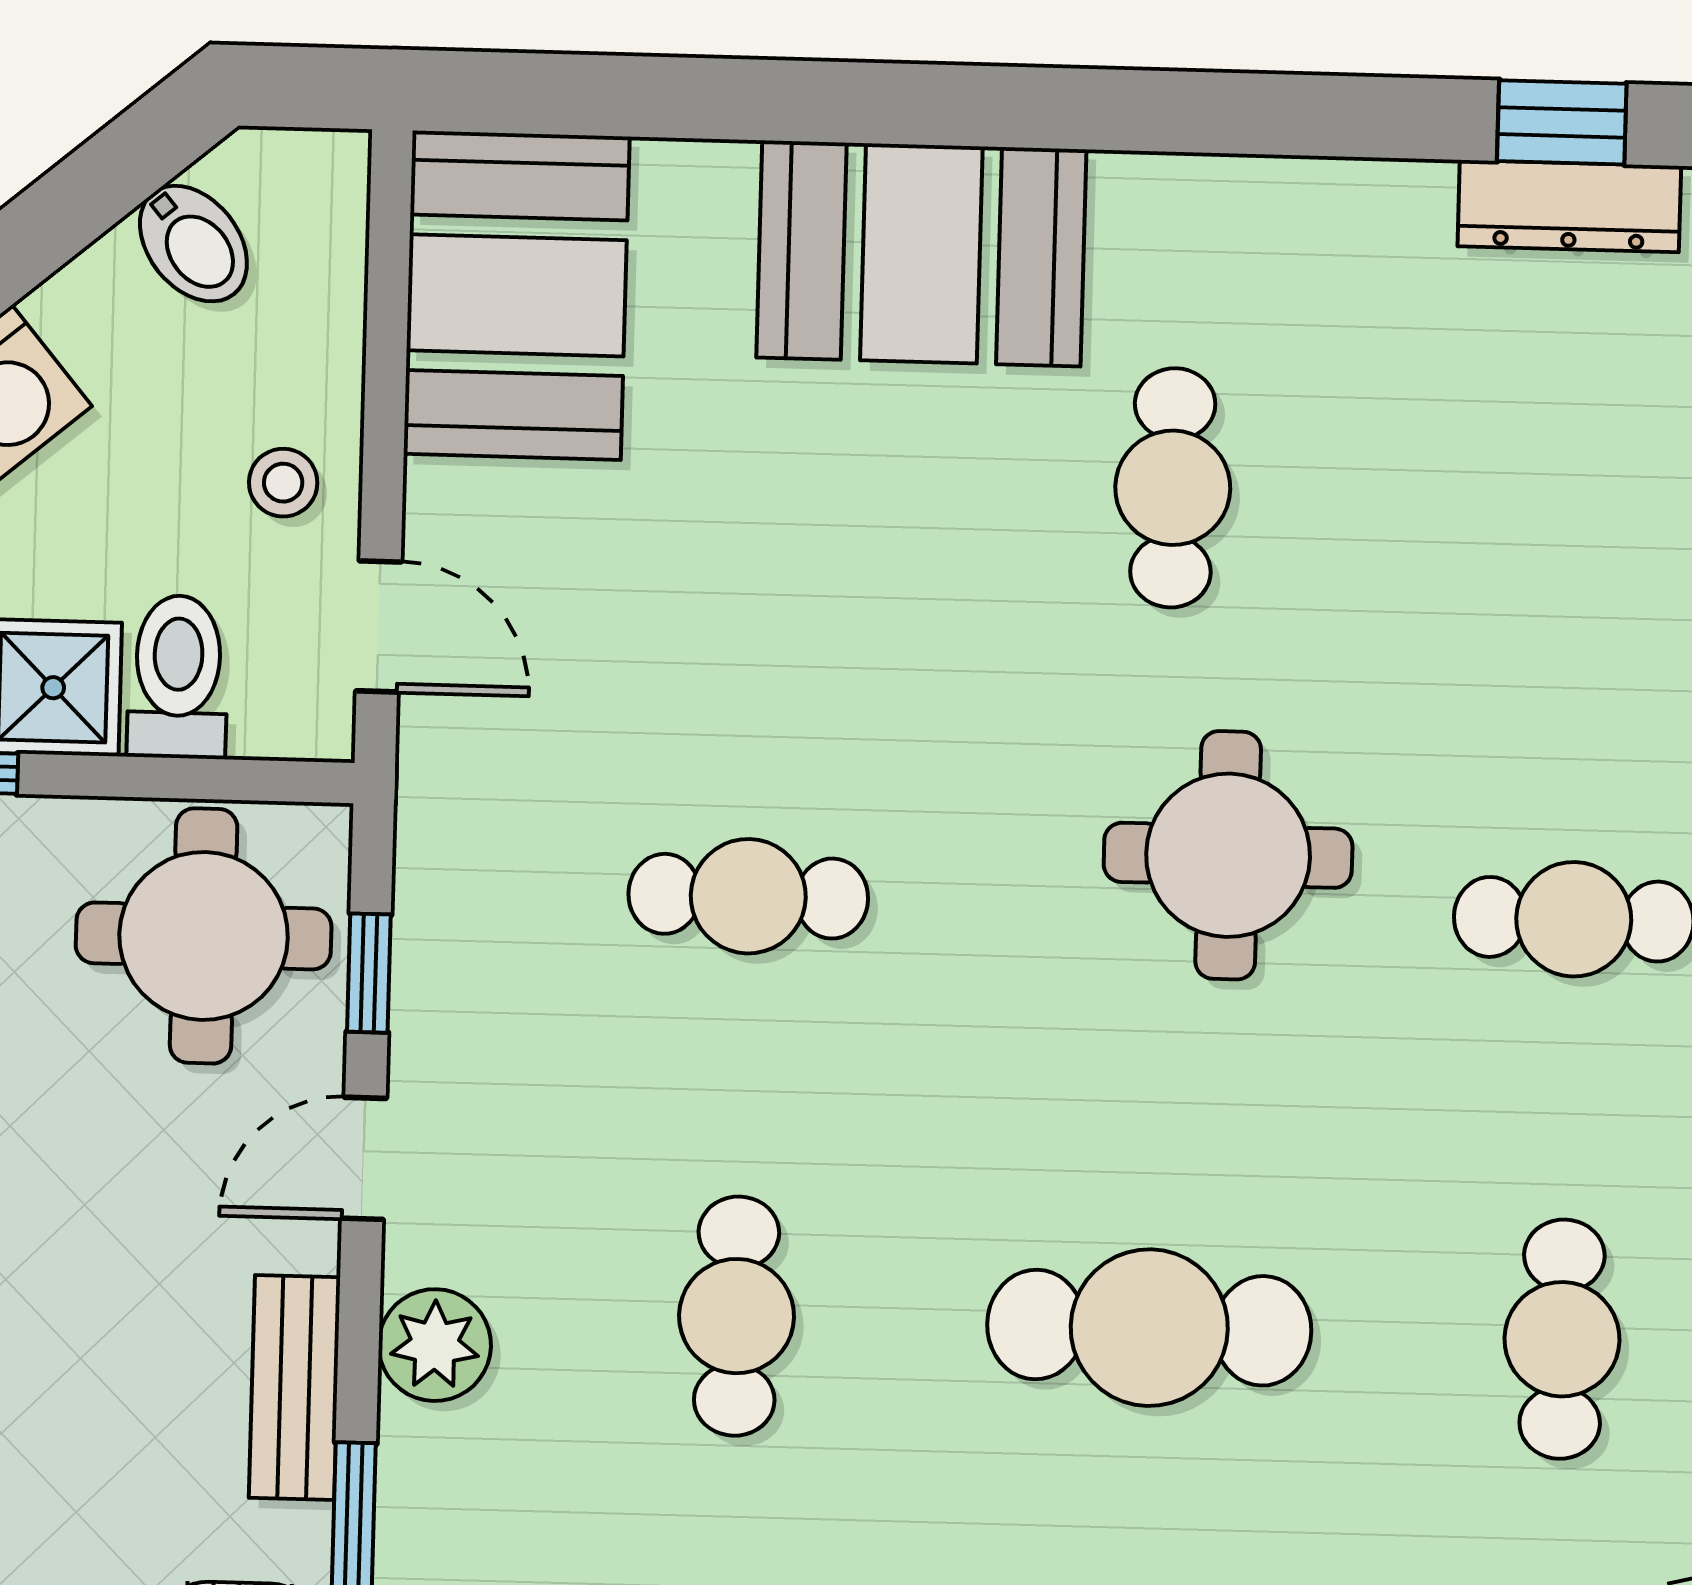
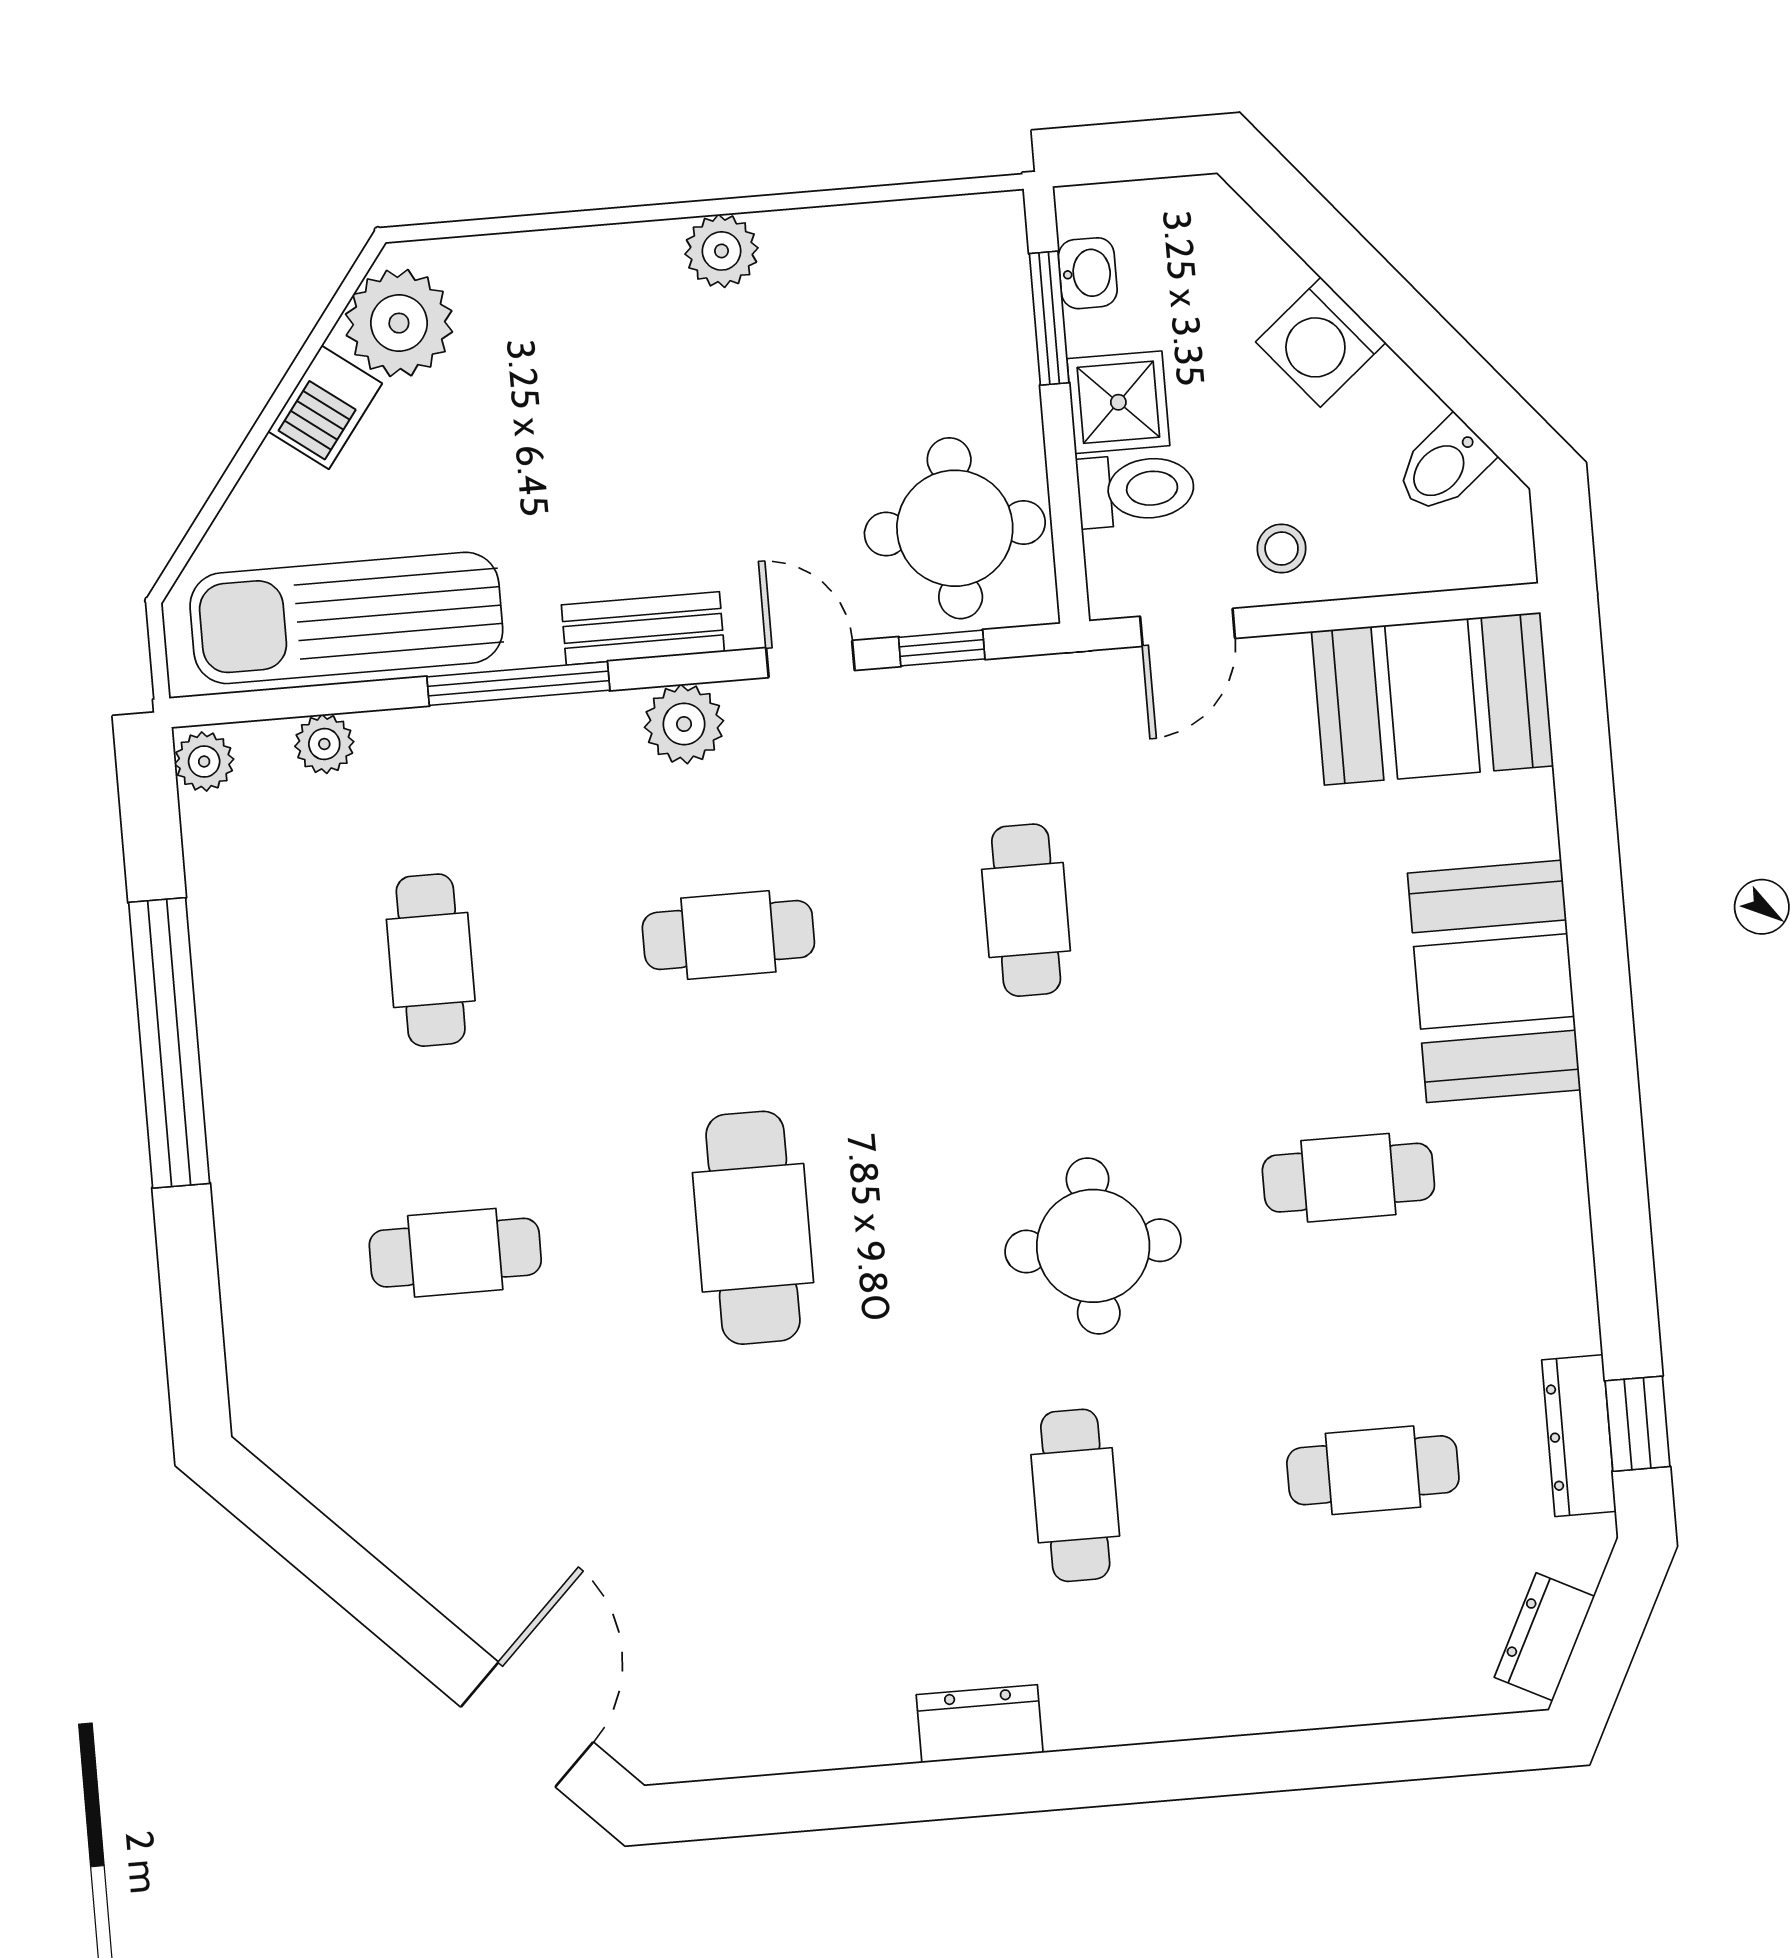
cafe table: (1562, 1339) -> (1373, 1470), moved

